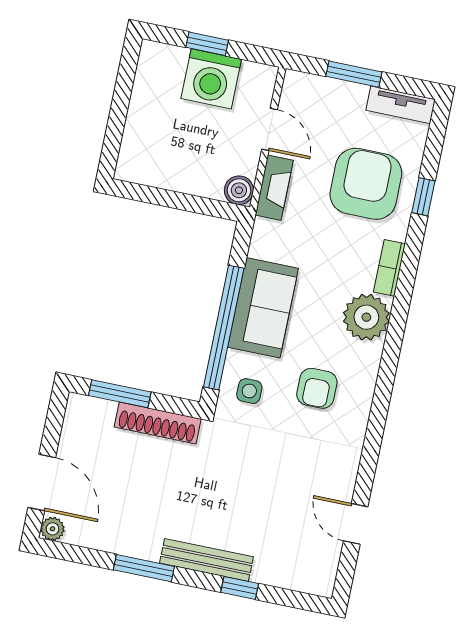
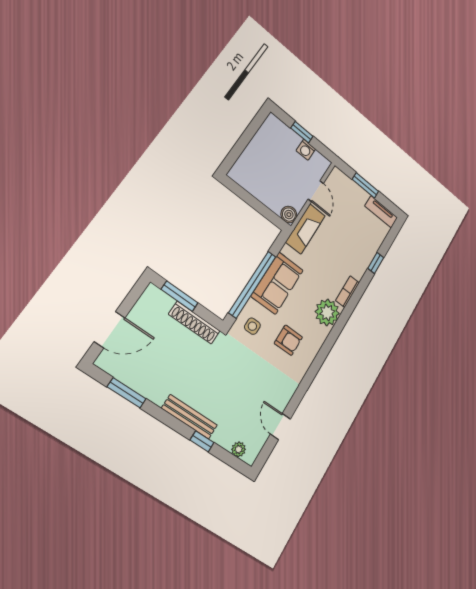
washing machine: (211, 79) -> (306, 150), width x0.53, depth x0.53
armchair: (366, 184) -> (352, 243), removed
fireplace: (274, 188) -> (305, 229), width x1.37, depth x1.32
armchair: (317, 388) -> (288, 340), turned -90
door: (42, 483) -> (110, 330), hinge flipped
plant: (53, 529) -> (239, 449), moved
window: (144, 568) -> (127, 393), moved

